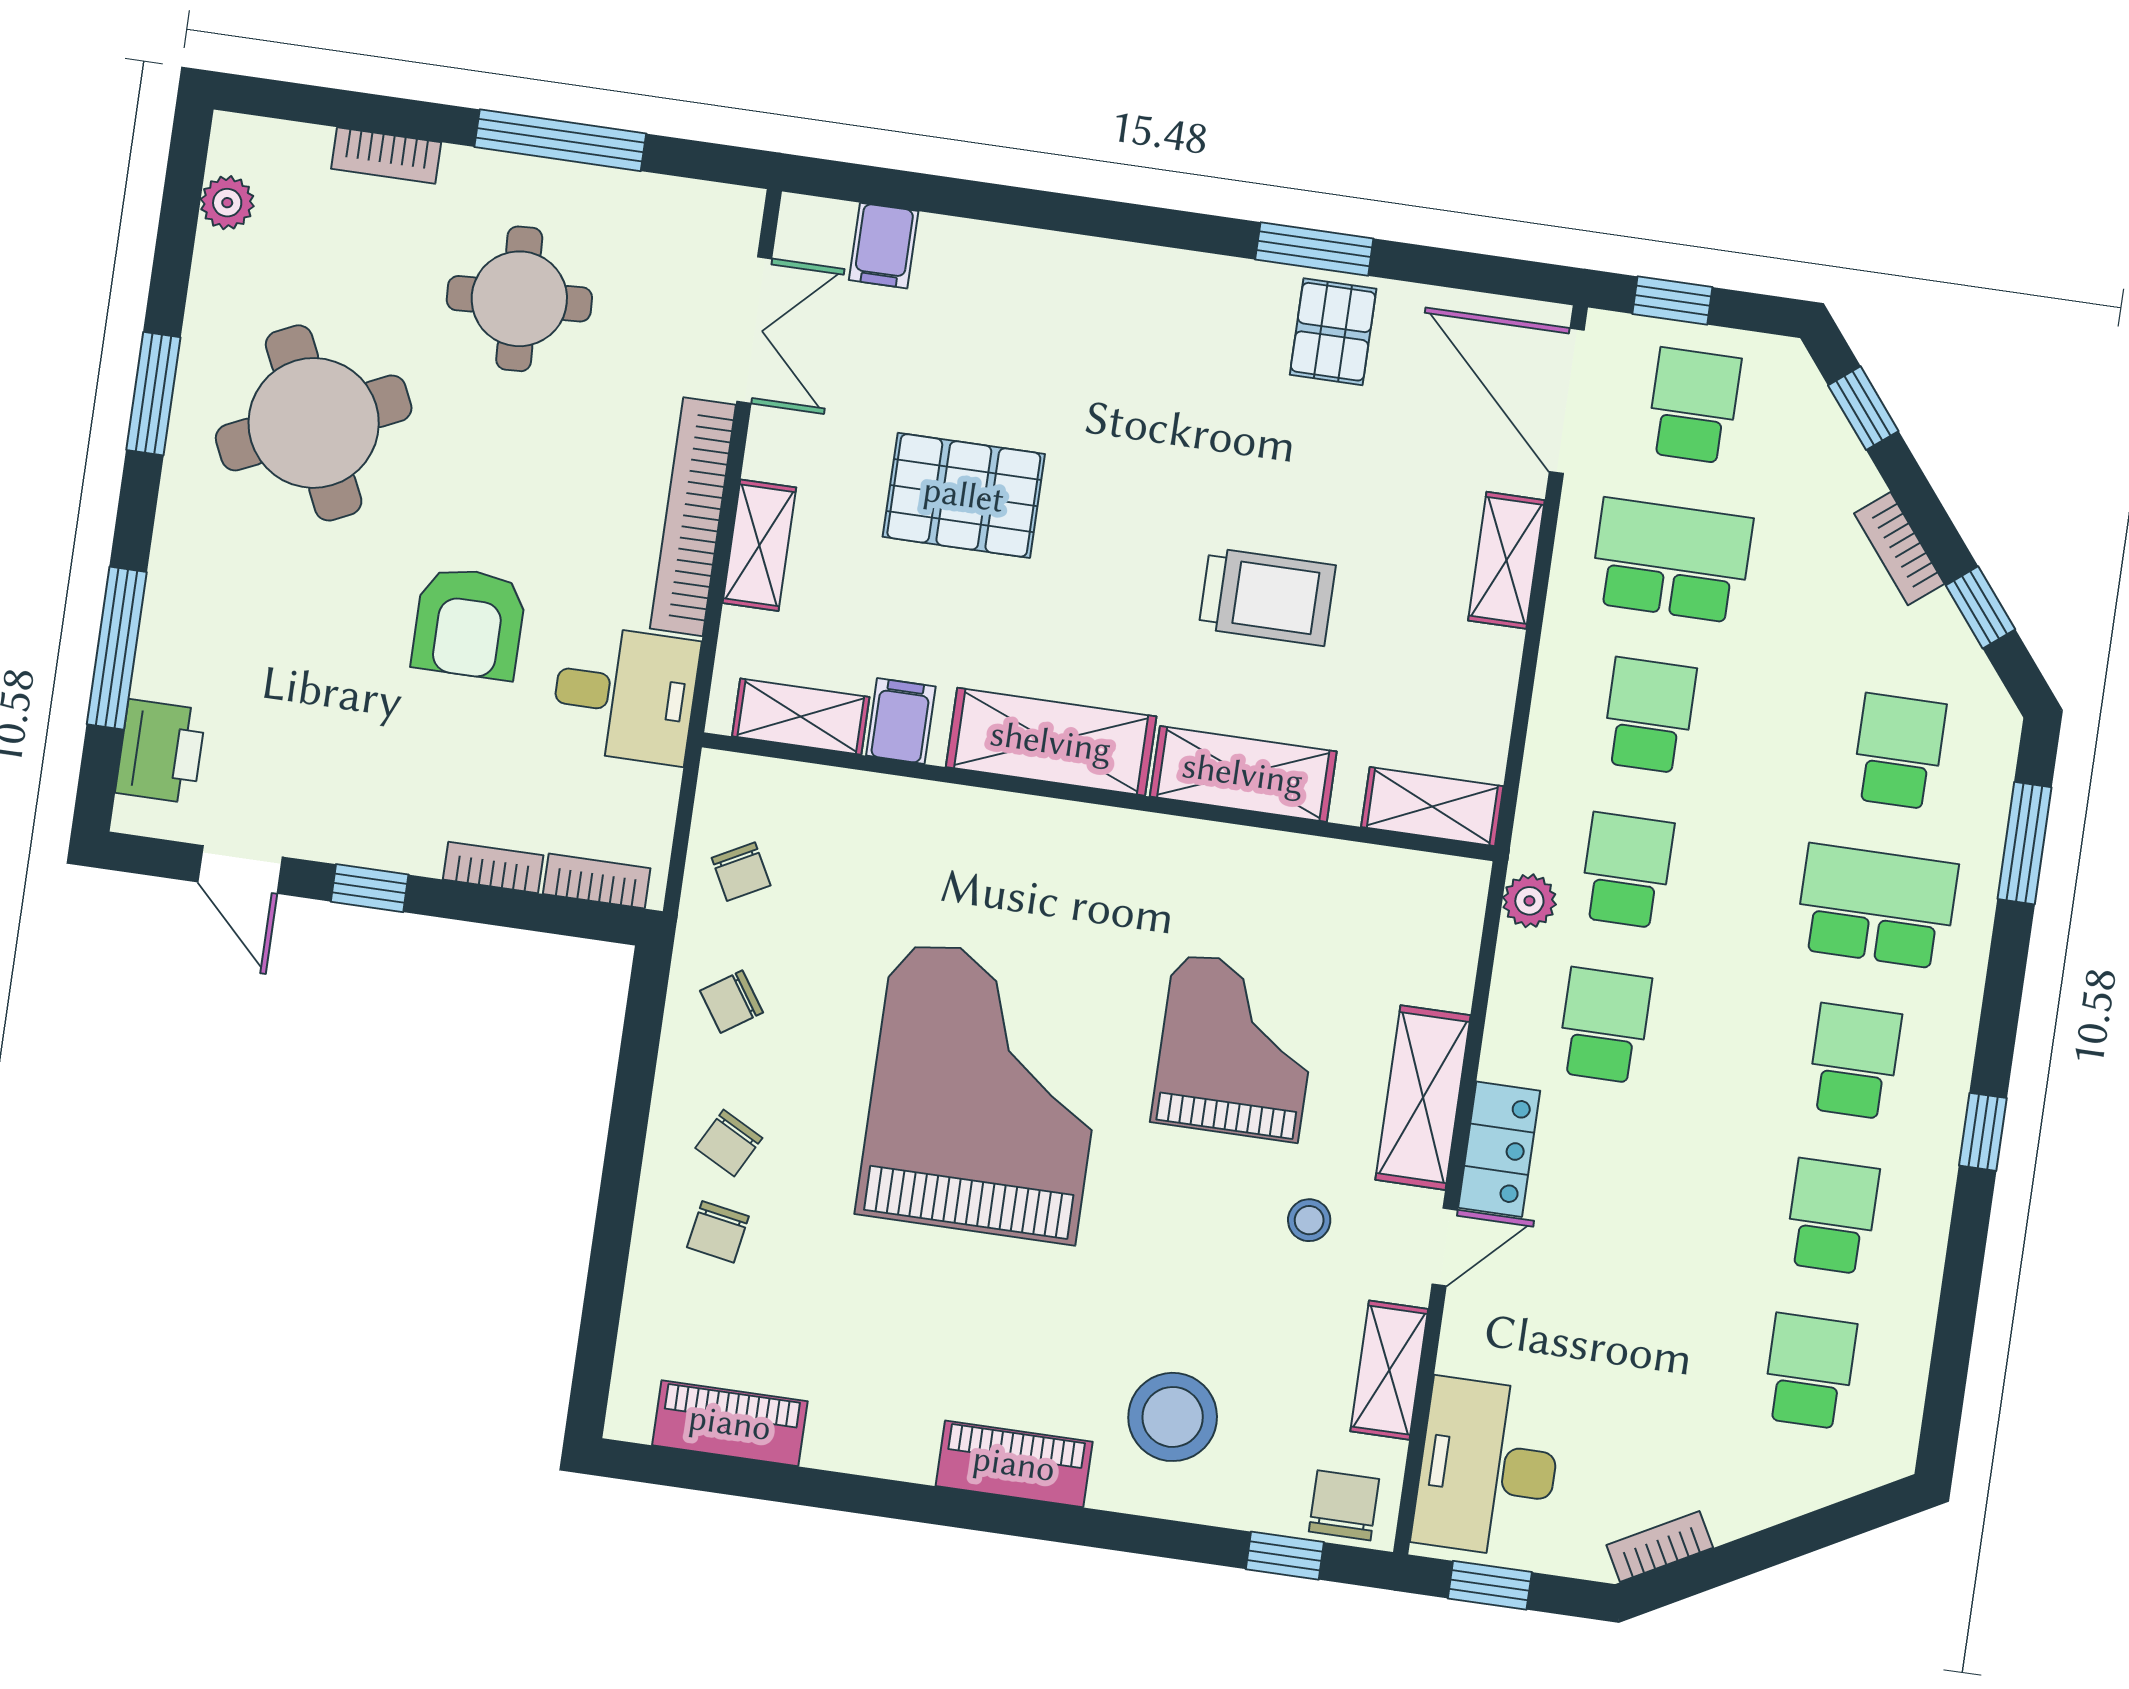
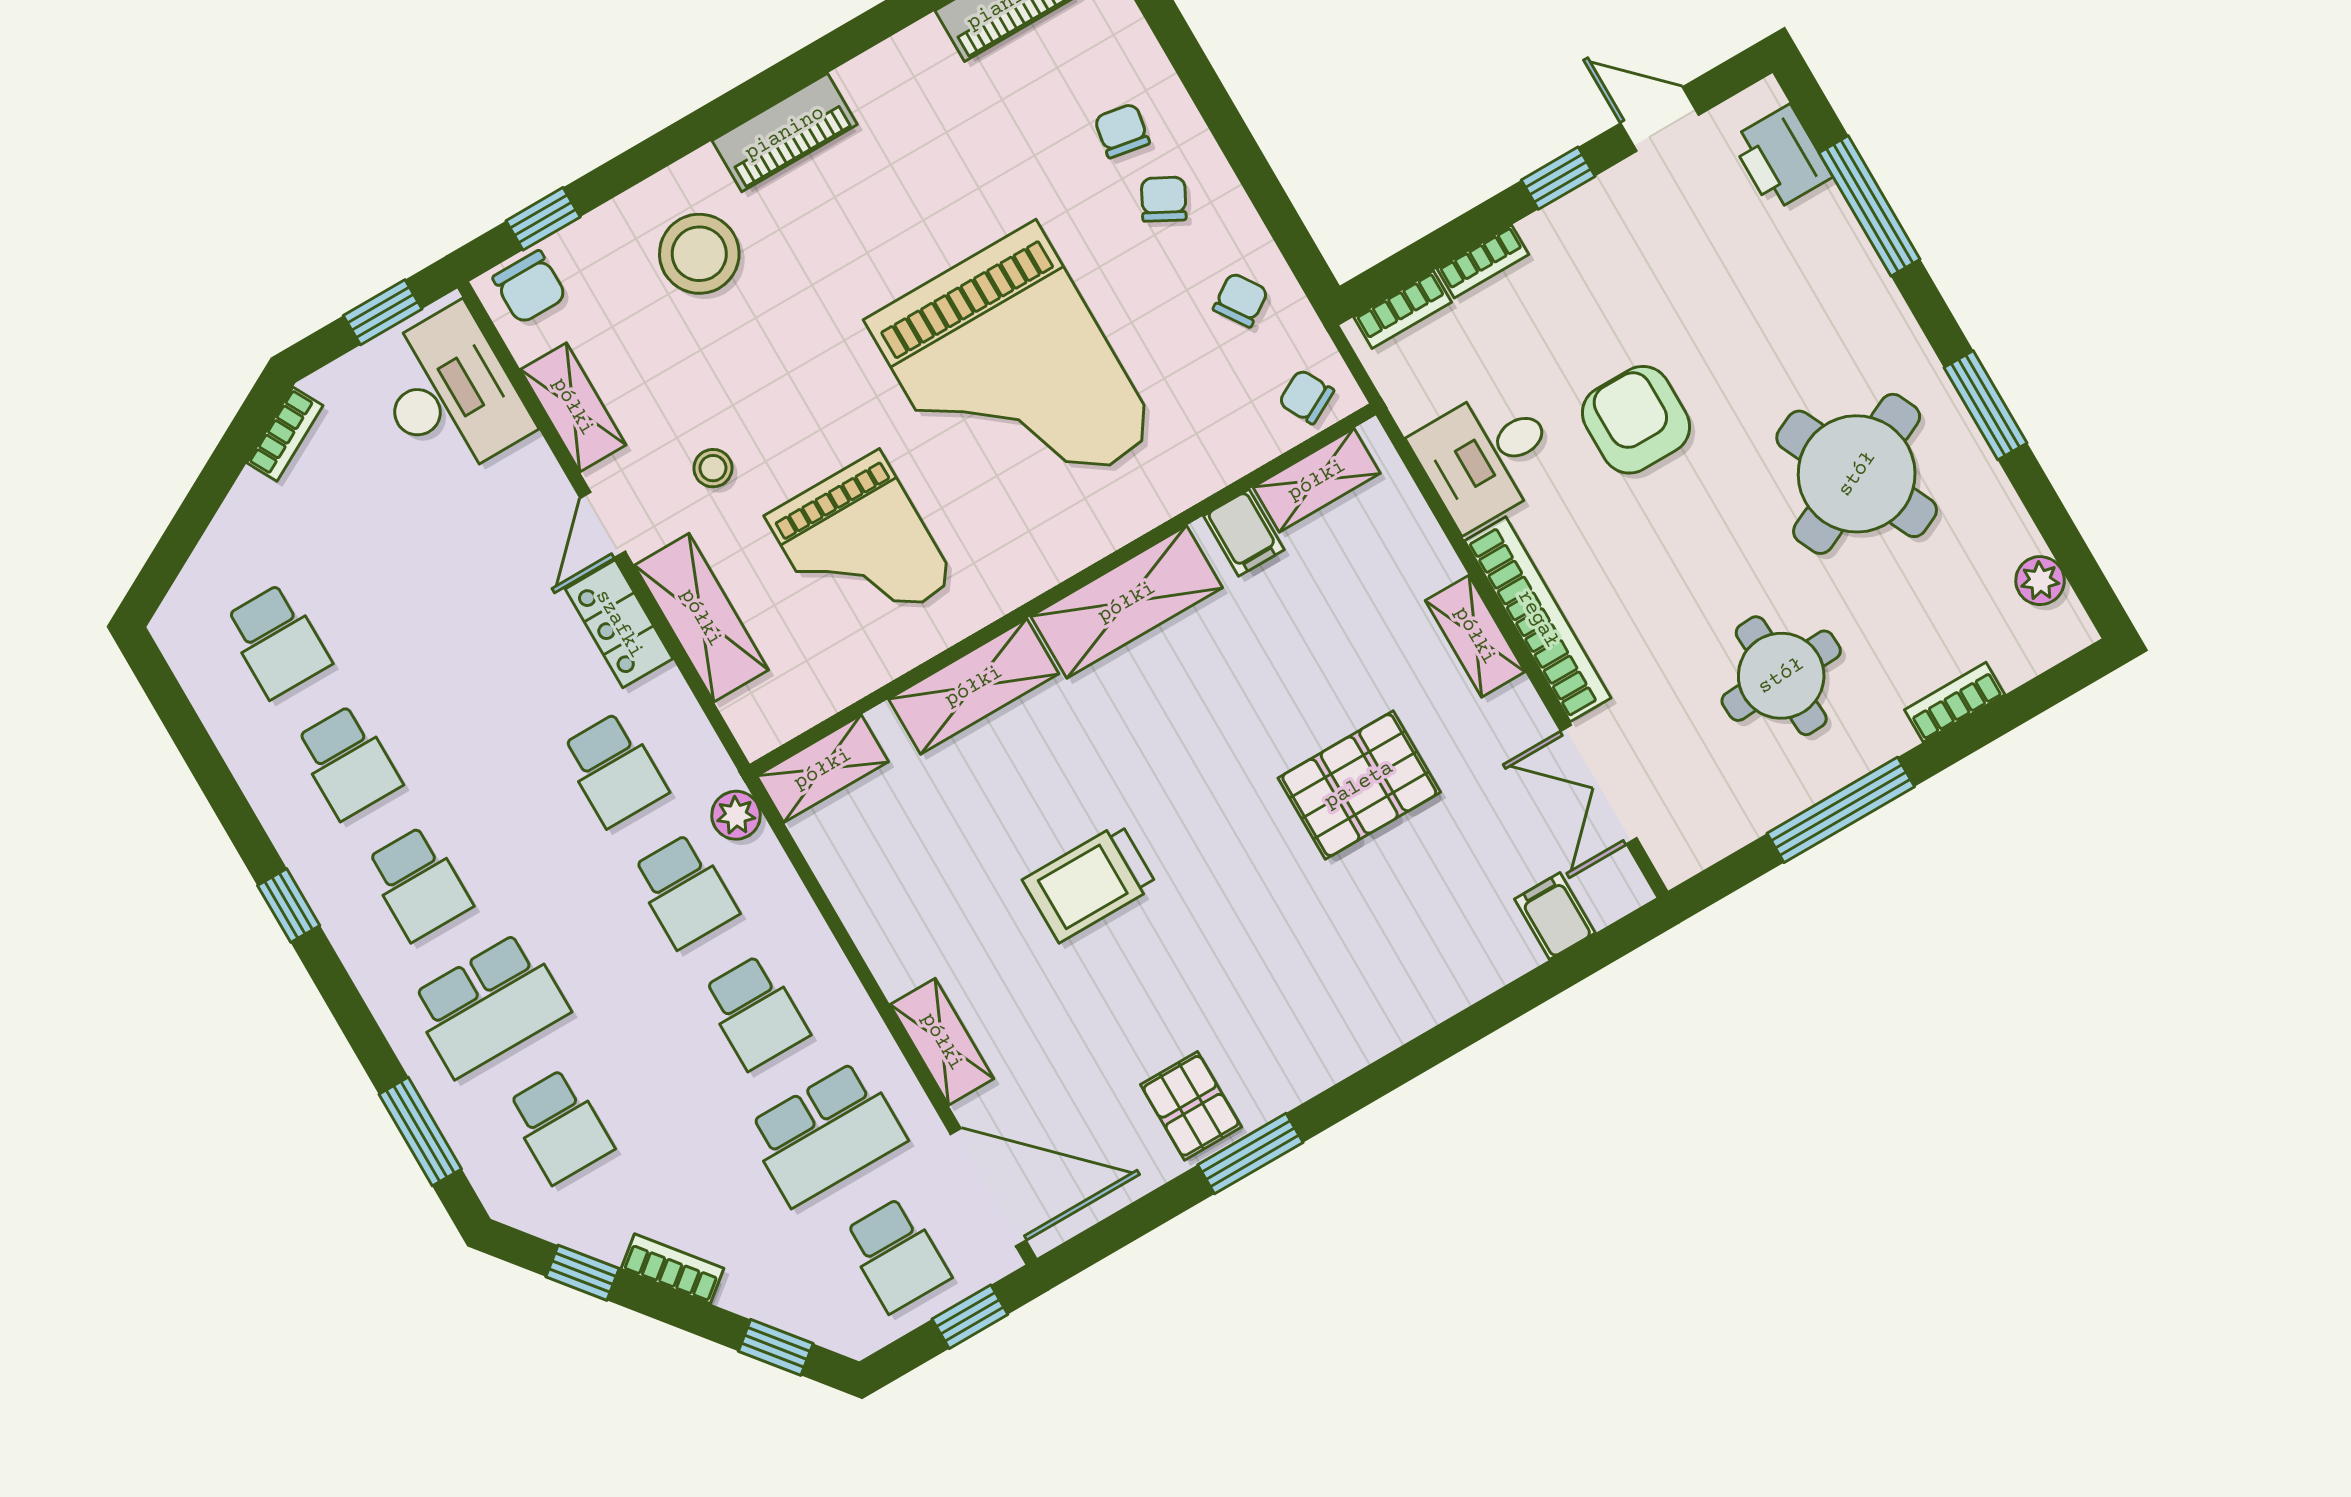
shelving: (801, 717) -> (1317, 480), moved
filing cabinet: (901, 721) -> (1244, 533), moved
shelving: (1051, 742) -> (1127, 602), moved
shelving: (1243, 774) -> (974, 686), moved
wall: (1098, 797) -> (1063, 590), moved
shelving: (1432, 807) -> (823, 769), moved

